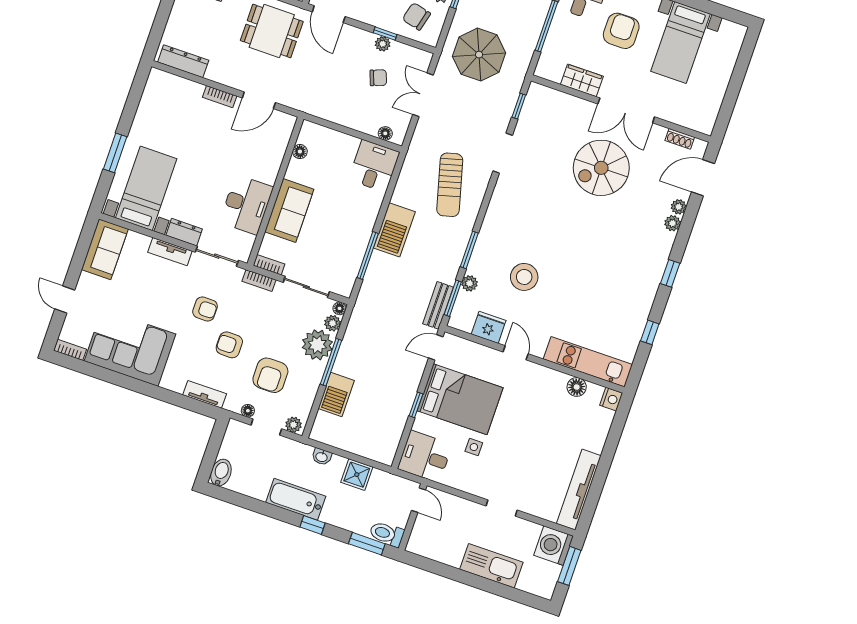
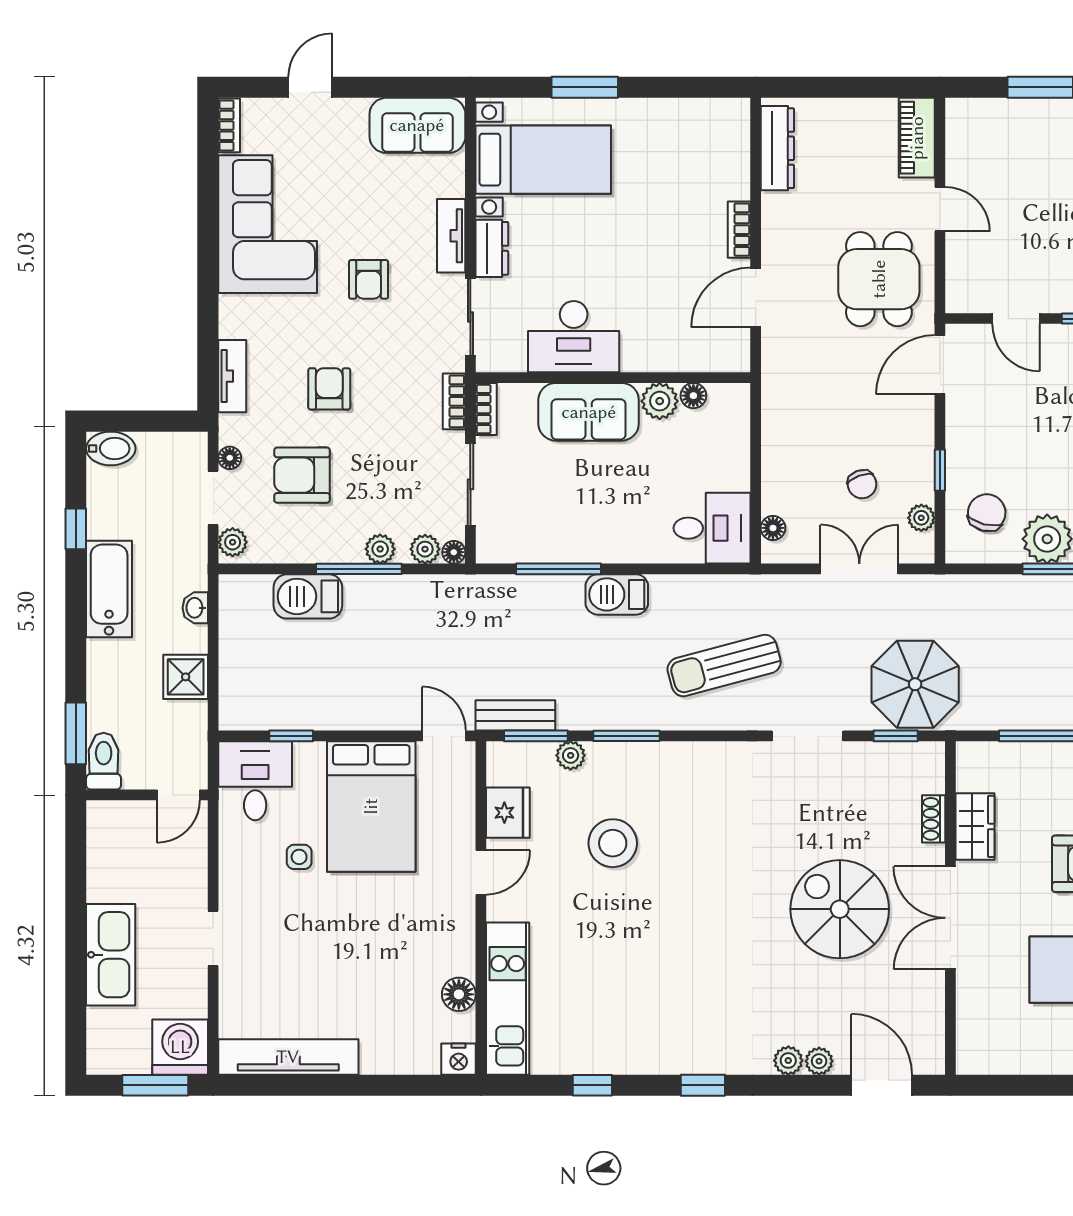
plant: (383, 44) -> (921, 518), moved
parasol: (479, 55) -> (915, 684), moved
door: (259, 100) -> (756, 297), hinge flipped
shoe rack: (680, 139) -> (934, 819), moved
plant: (297, 171) -> (660, 401), added
barbecue: (394, 230) -> (617, 594), width x0.73, depth x0.83
armchair: (205, 309) -> (369, 279), moved
plant: (317, 345) -> (380, 549), width x0.53, depth x0.53
window: (416, 405) -> (291, 736), moved
window: (312, 525) -> (76, 529), moved

